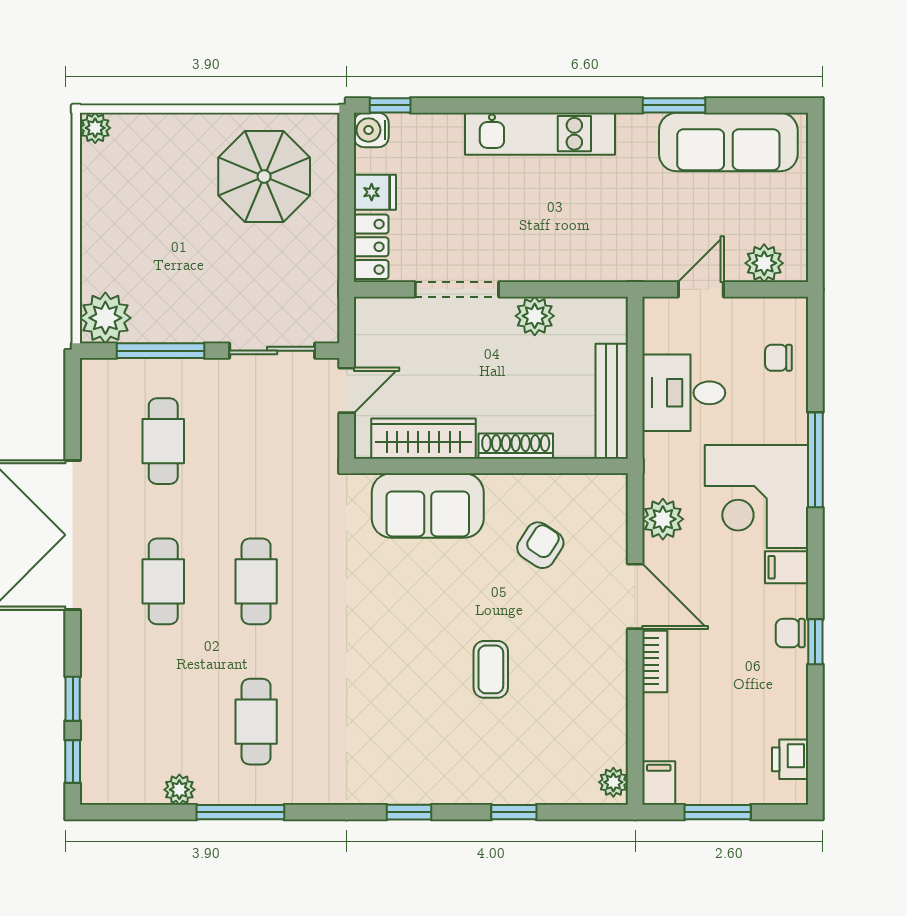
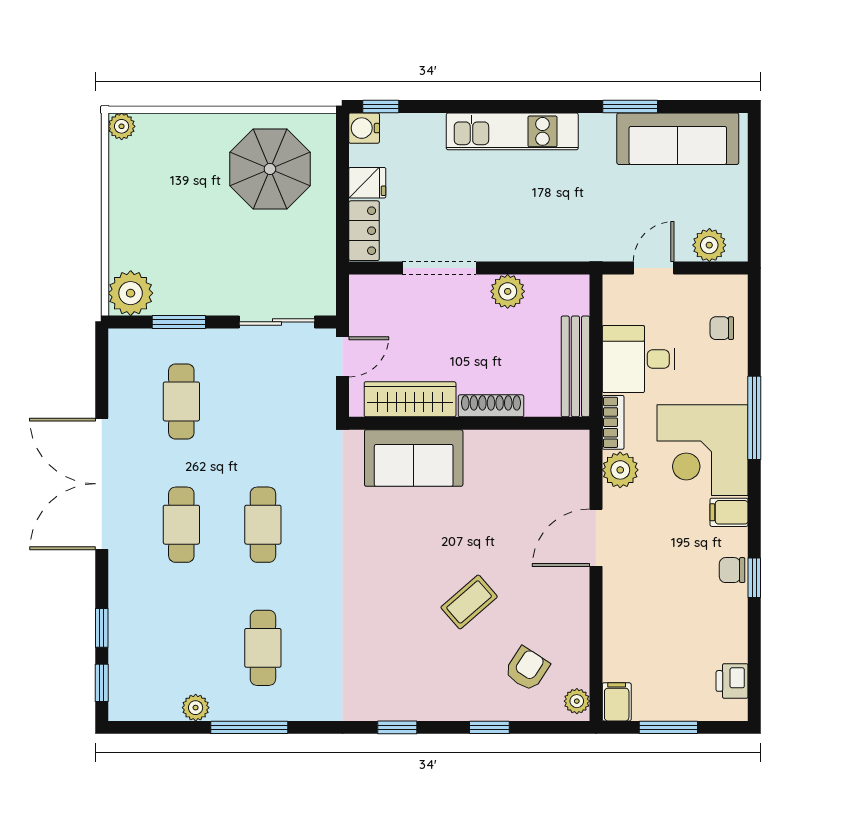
window: (161, 351) -> (179, 322), width x0.69
armchair: (540, 545) -> (527, 669), moved
door: (635, 596) -> (596, 538), swing flipped
bookcase: (655, 661) -> (613, 422), moved
coffee table: (491, 669) -> (469, 602), turned 49

